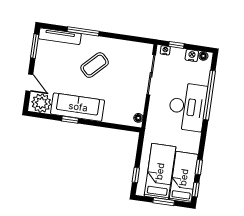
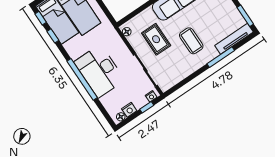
coffee table: (95, 65) -> (191, 41), turned -45
rug: (121, 91) -> (156, 39), added
window: (209, 95) -> (82, 79), moved

